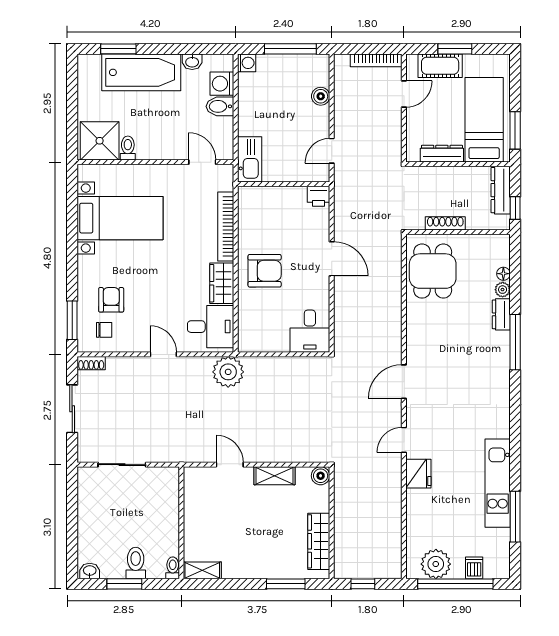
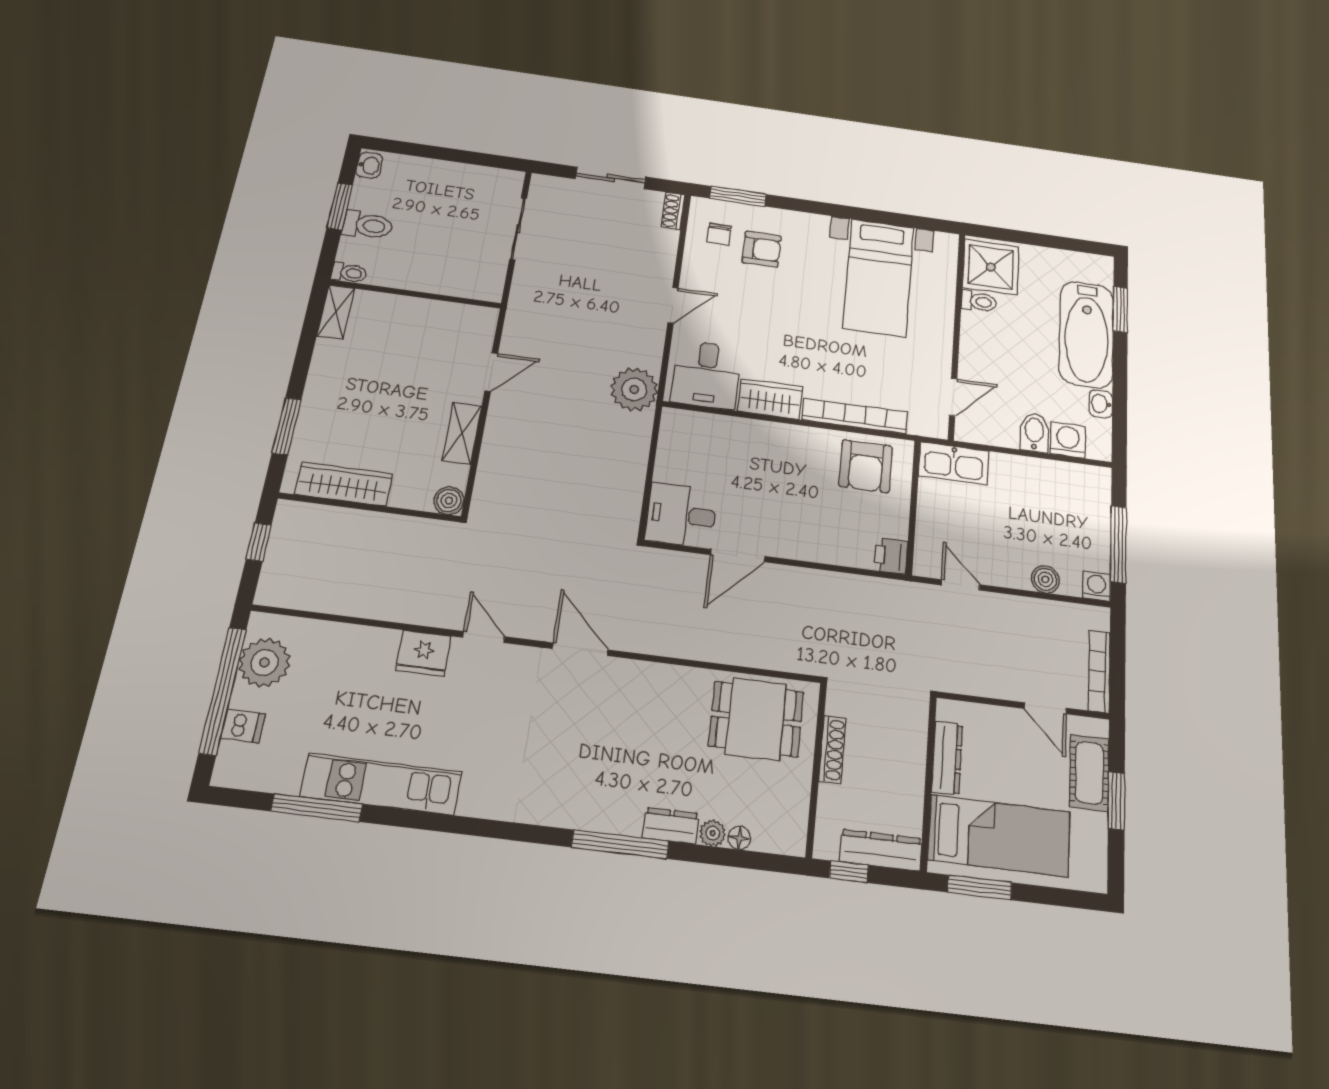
washing machine: (247, 63) -> (1097, 586), moved, turned 180
door: (332, 259) -> (738, 556), moved
armchair: (265, 271) -> (866, 466), moved

